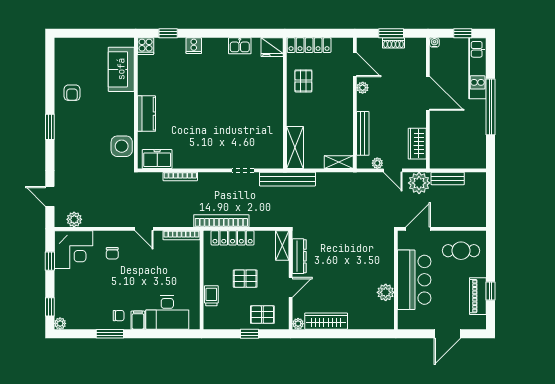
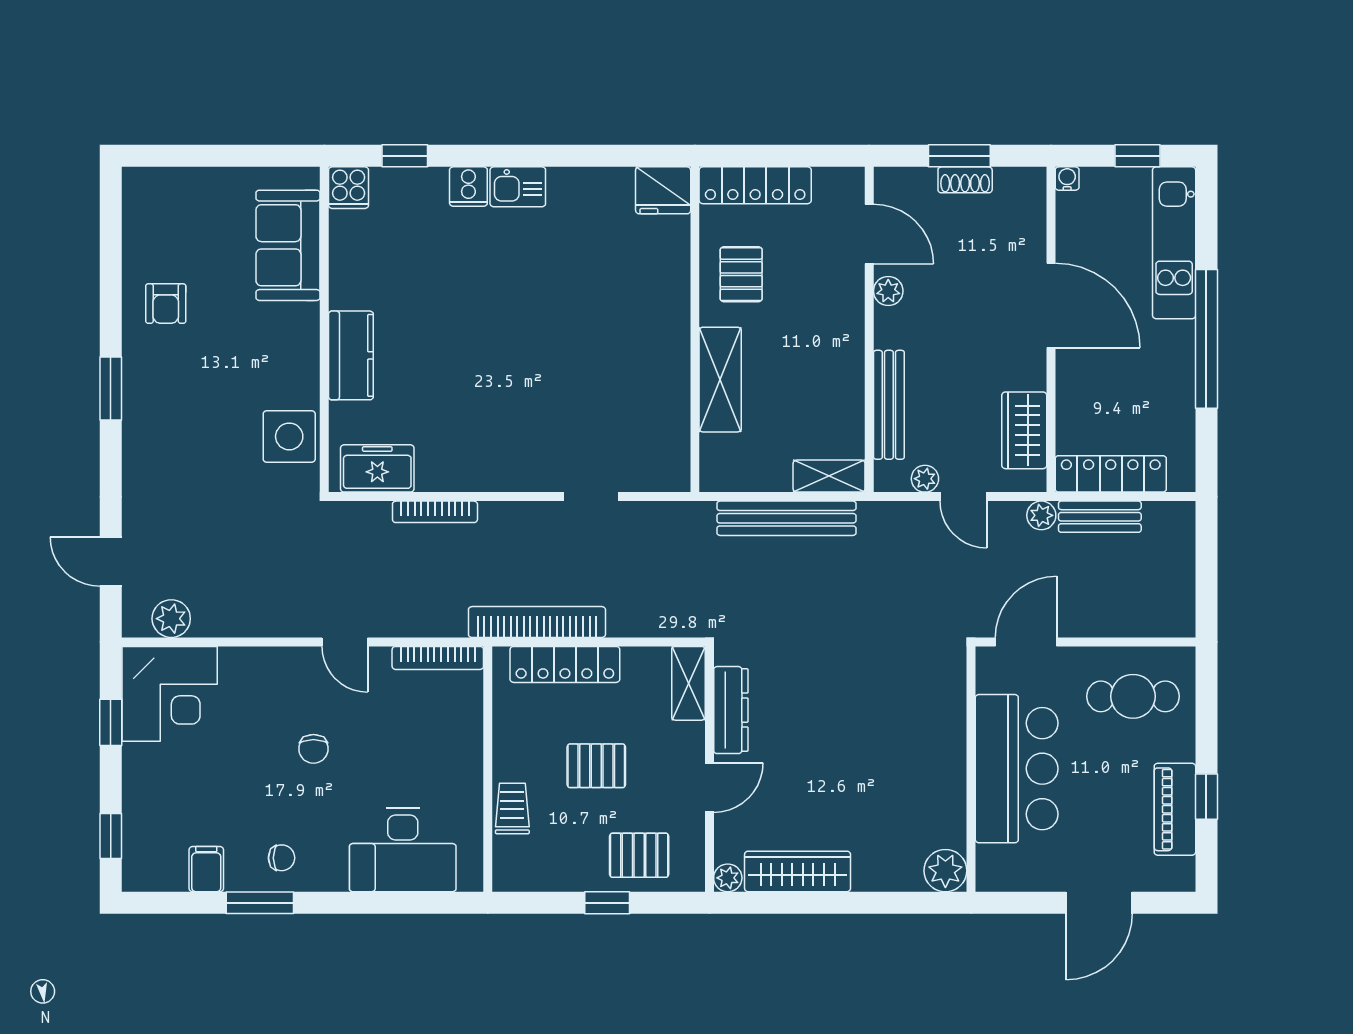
kitchen sink: (240, 46) -> (518, 187), moved
shelving: (295, 148) -> (720, 380), moved
locker: (452, 161) -> (1111, 474), added
bench: (287, 179) -> (786, 518), moved
plant: (419, 183) -> (1041, 515), width x0.53, depth x0.53
chair: (112, 253) -> (313, 749), moved
plant: (386, 292) -> (945, 871), moved
filing cabinet: (138, 320) -> (206, 869), moved
plant: (60, 323) -> (136, 877), removed

